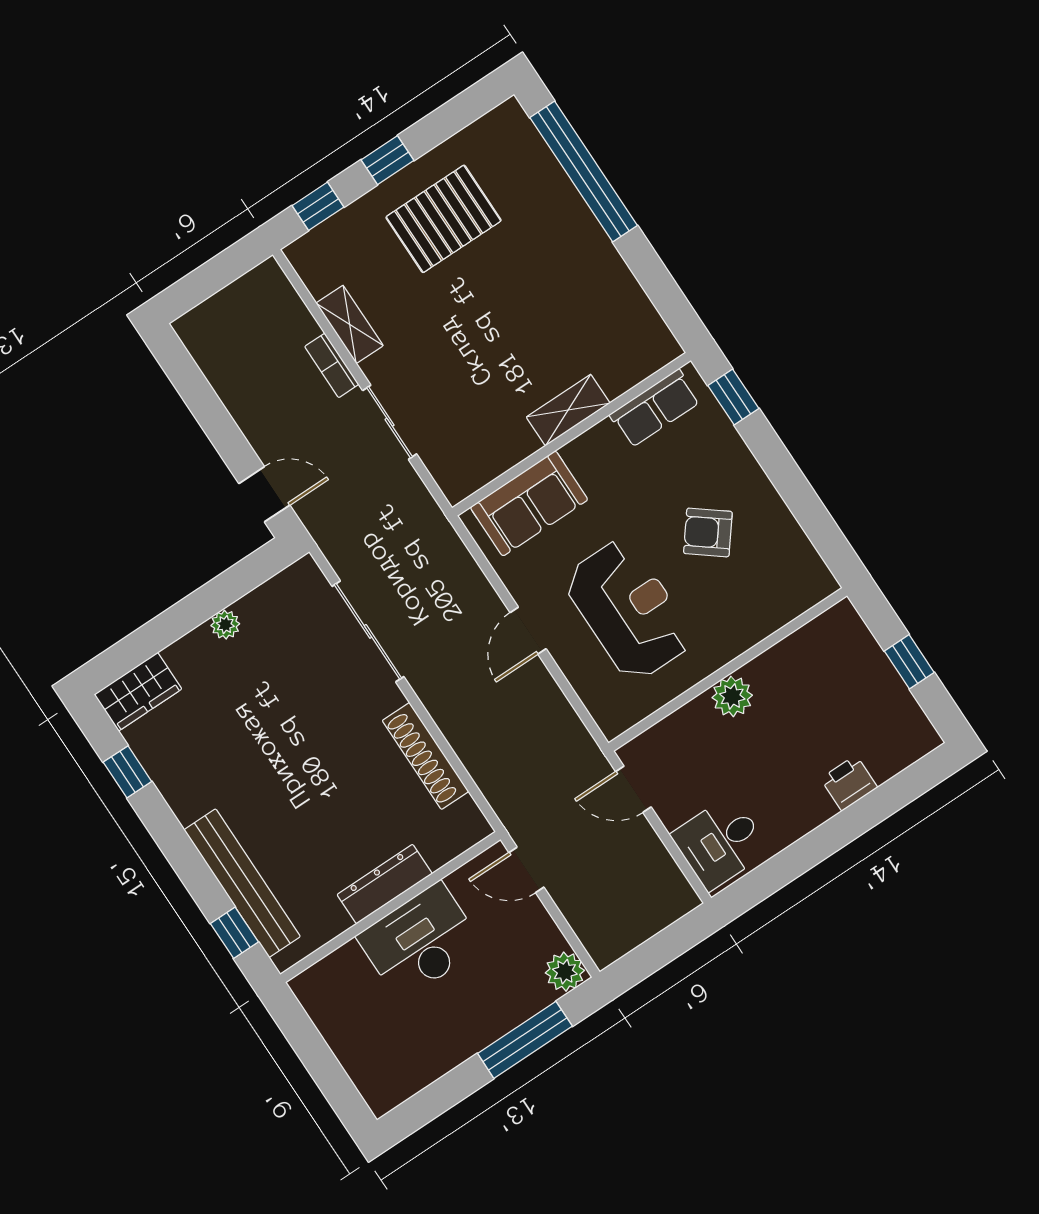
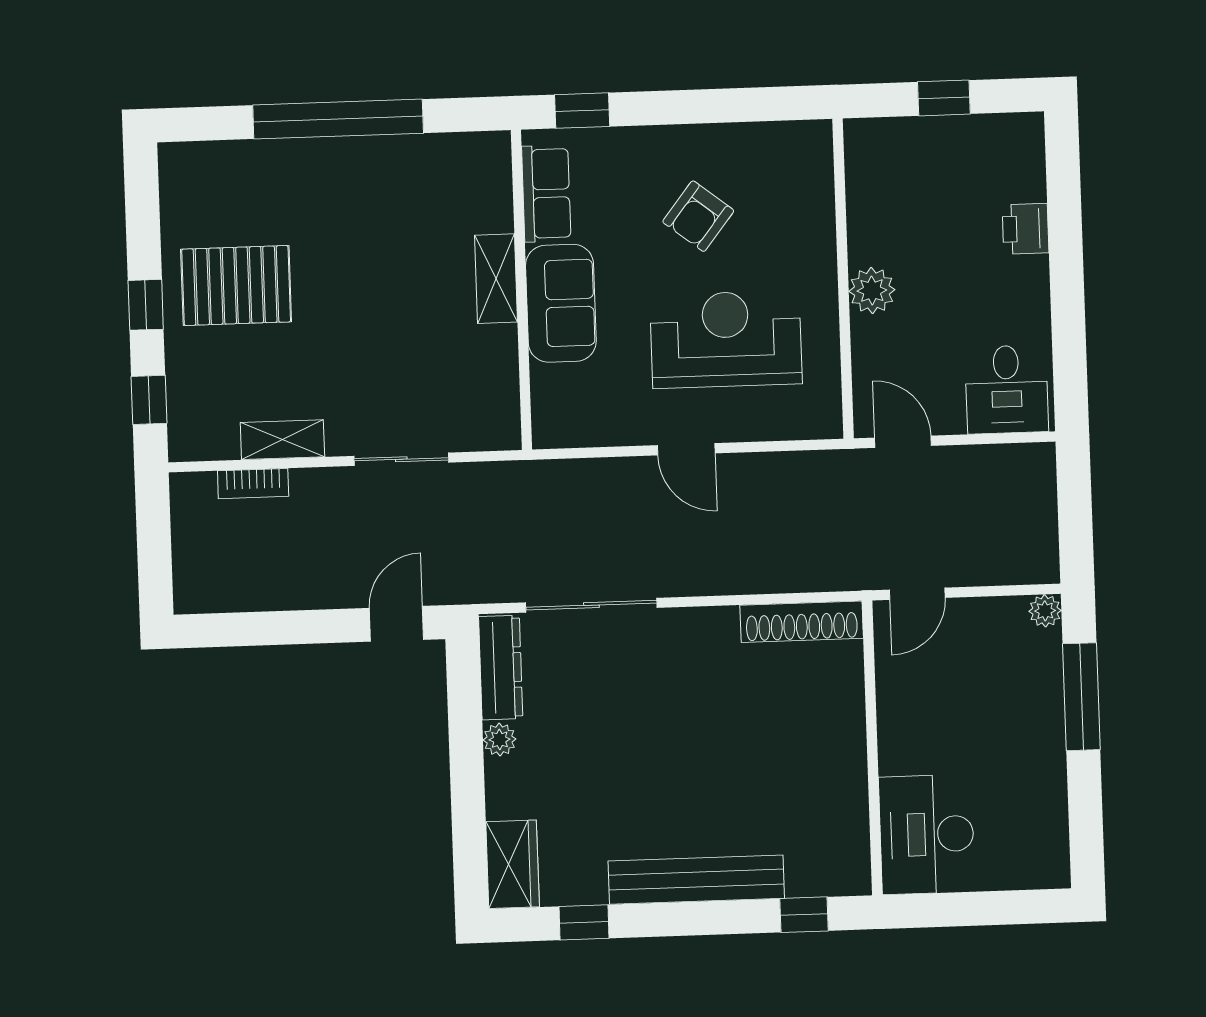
window: (584, 172) -> (338, 119), moved
pallet: (444, 219) -> (236, 286), turned 90
bookcase: (332, 365) -> (253, 484), moved
sofa: (529, 503) -> (561, 303), moved
shoe rack: (425, 756) -> (802, 622), moved
door: (633, 789) -> (903, 442), swing flipped
bench: (242, 883) -> (696, 880), moved
dresser: (385, 884) -> (501, 668), moved, turned 180
desk: (420, 941) -> (927, 834), moved
plant: (565, 972) -> (1045, 611), width x0.73, depth x0.73

